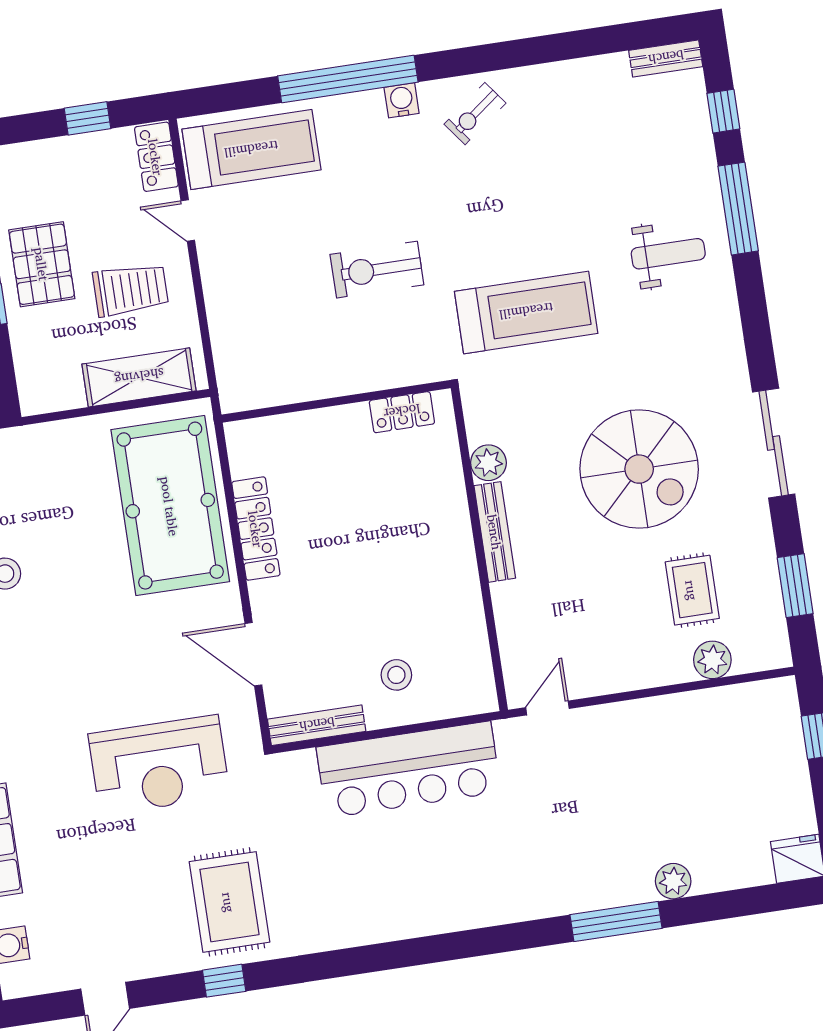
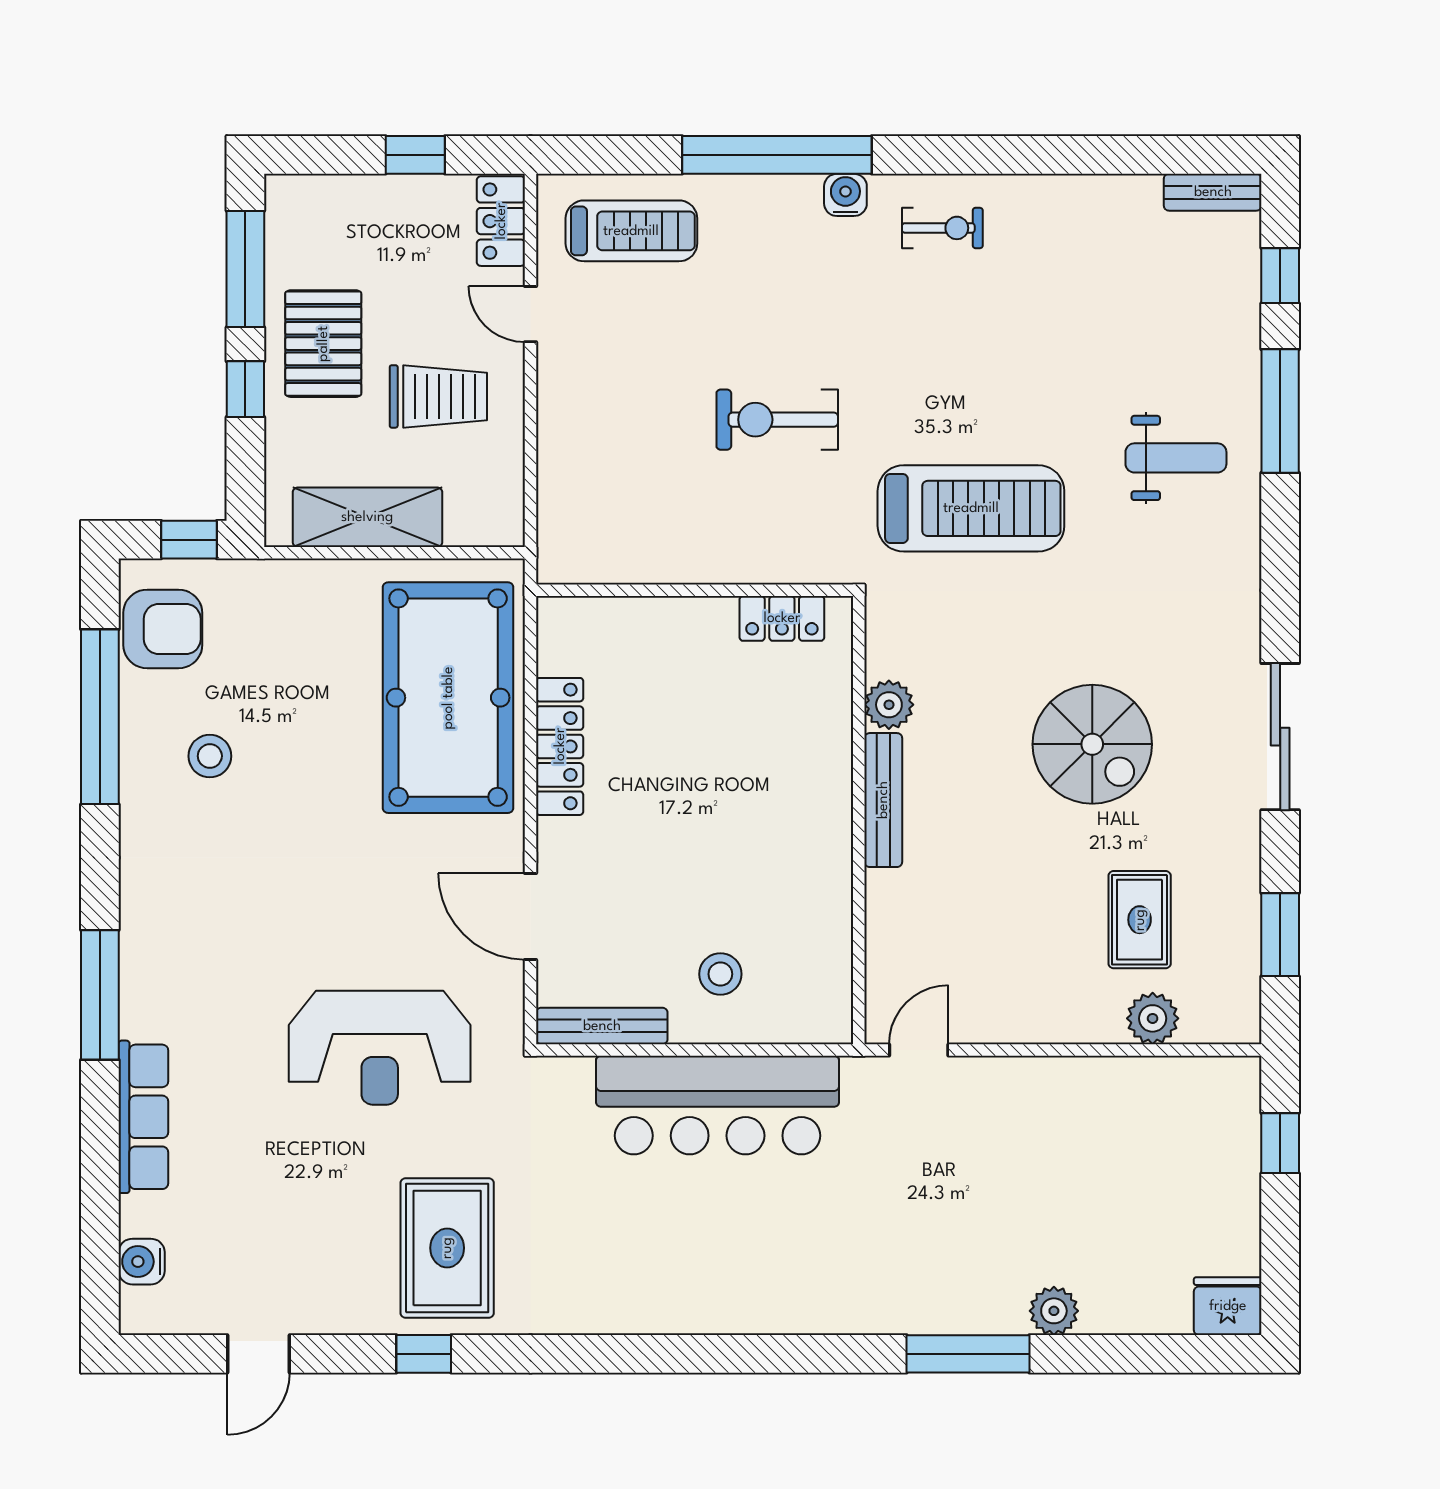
exercise bike: (475, 114) -> (942, 228), turned -143
treadmill: (251, 150) -> (631, 231), width x0.73, depth x0.73
shelving: (139, 377) -> (367, 517), moved
spiral stairs: (639, 469) -> (1092, 744), width x0.73, depth x0.73

